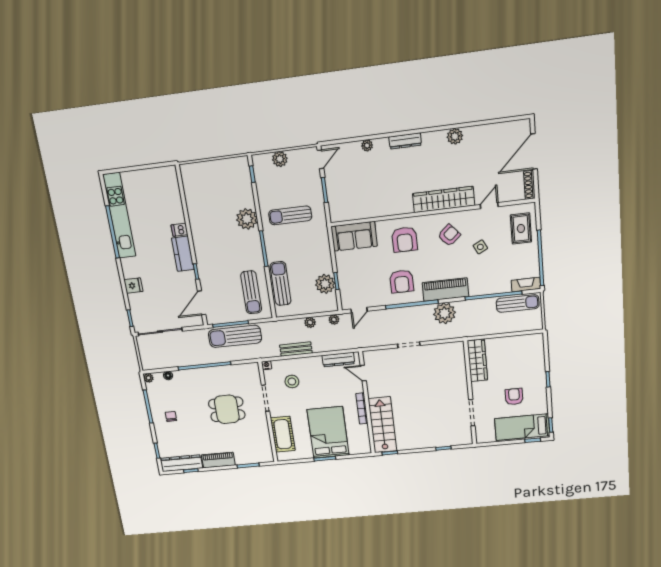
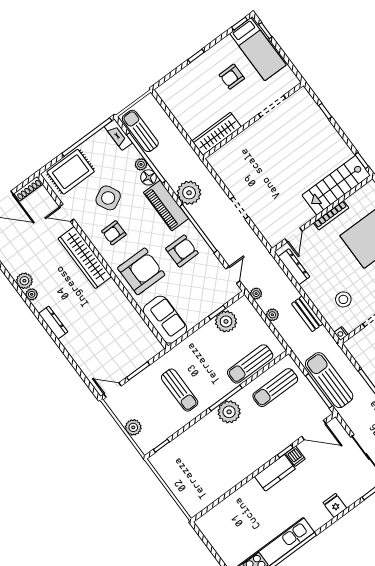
plant: (367, 145) -> (32, 294), moved
plant: (247, 219) -> (229, 412), moved
rug: (521, 228) -> (71, 172), width x1.36, depth x1.43
dishwasher: (179, 230) -> (295, 456), moved
armchair: (449, 235) -> (114, 233), turned -49
armchair: (405, 239) -> (141, 271), width x1.36, depth x1.36
side table: (480, 247) -> (108, 198), width x1.87, depth x1.87
floor lamp: (477, 289) -> (149, 177), added
plant: (491, 289) -> (141, 164), added
sun lounger: (251, 292) -> (275, 388), turned 180
door: (359, 310) -> (233, 275), hinge flipped
sun lounger: (235, 336) -> (329, 380), turned 180

